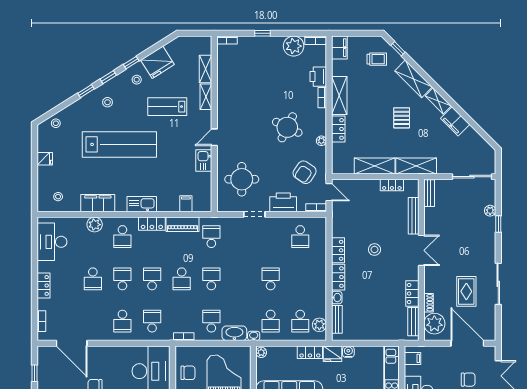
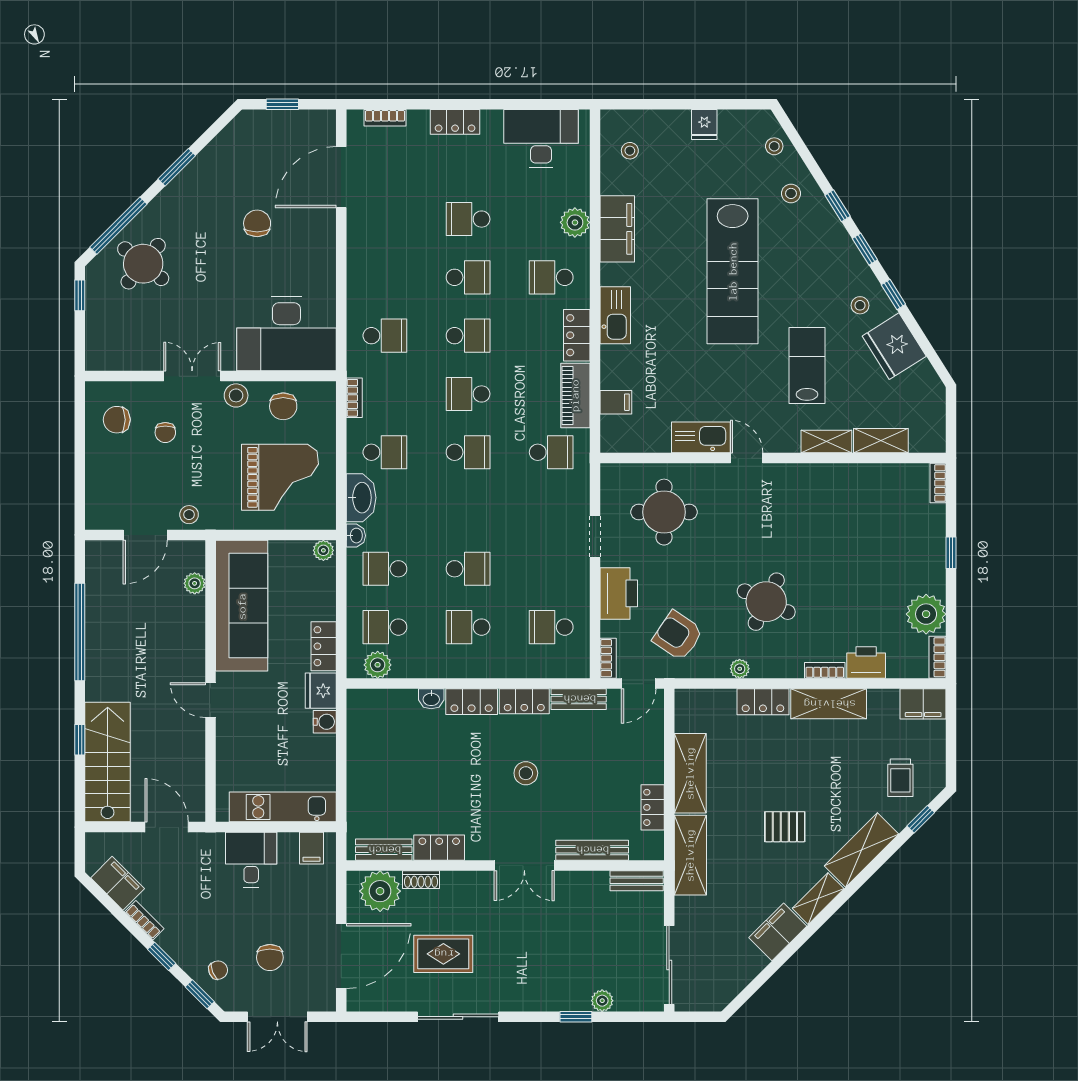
stool: (107, 102) -> (791, 193), moved
kitchen sink: (204, 161) -> (701, 437), width x1.38
bench: (337, 319) -> (579, 699), moved
school desk: (122, 321) -> (468, 627), moved

